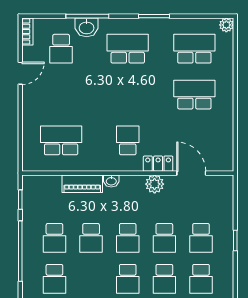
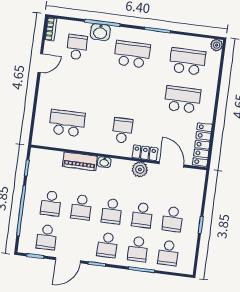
school desk: (61, 49) -> (77, 47), turned 180
locker: (225, 145) -> (202, 145), added

